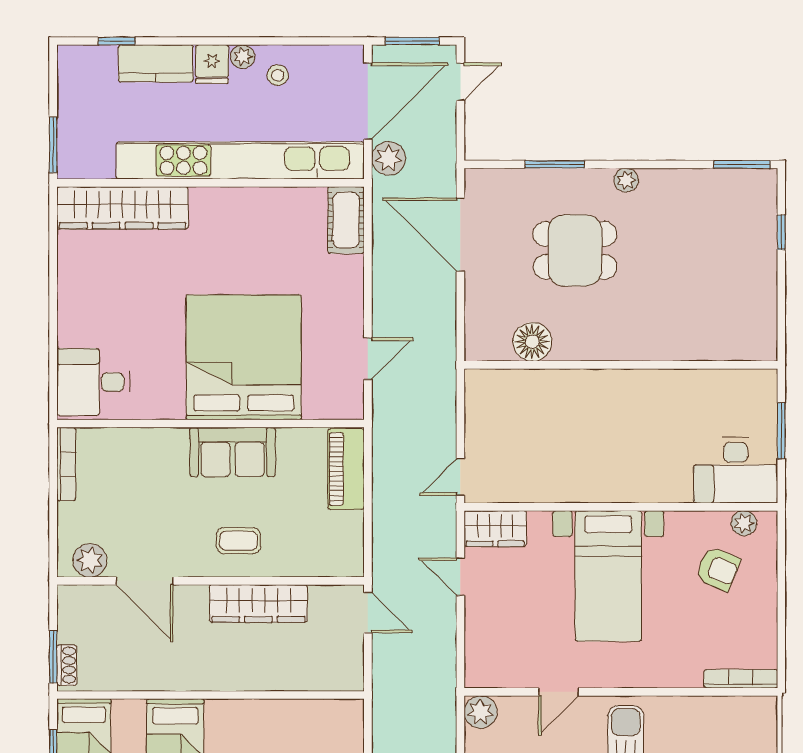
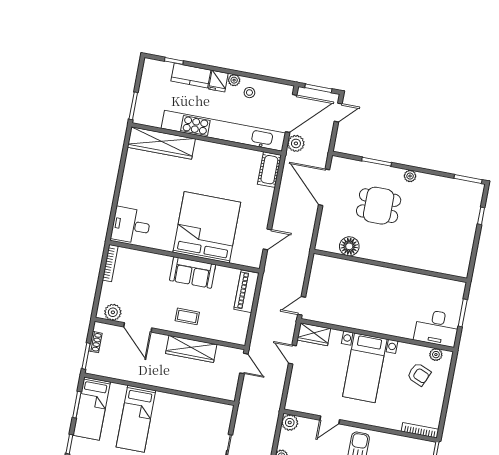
shoe rack: (67, 665) -> (96, 342), moved

